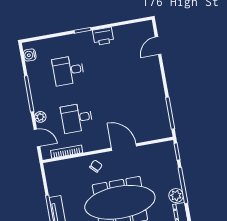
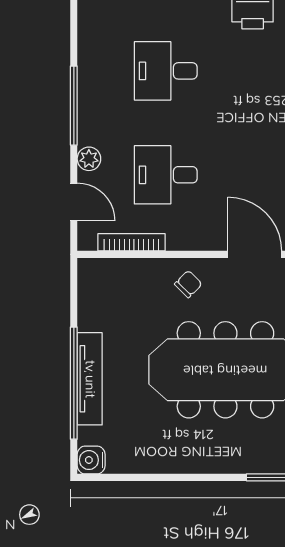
water cooler: (30, 55) -> (90, 24), removed

